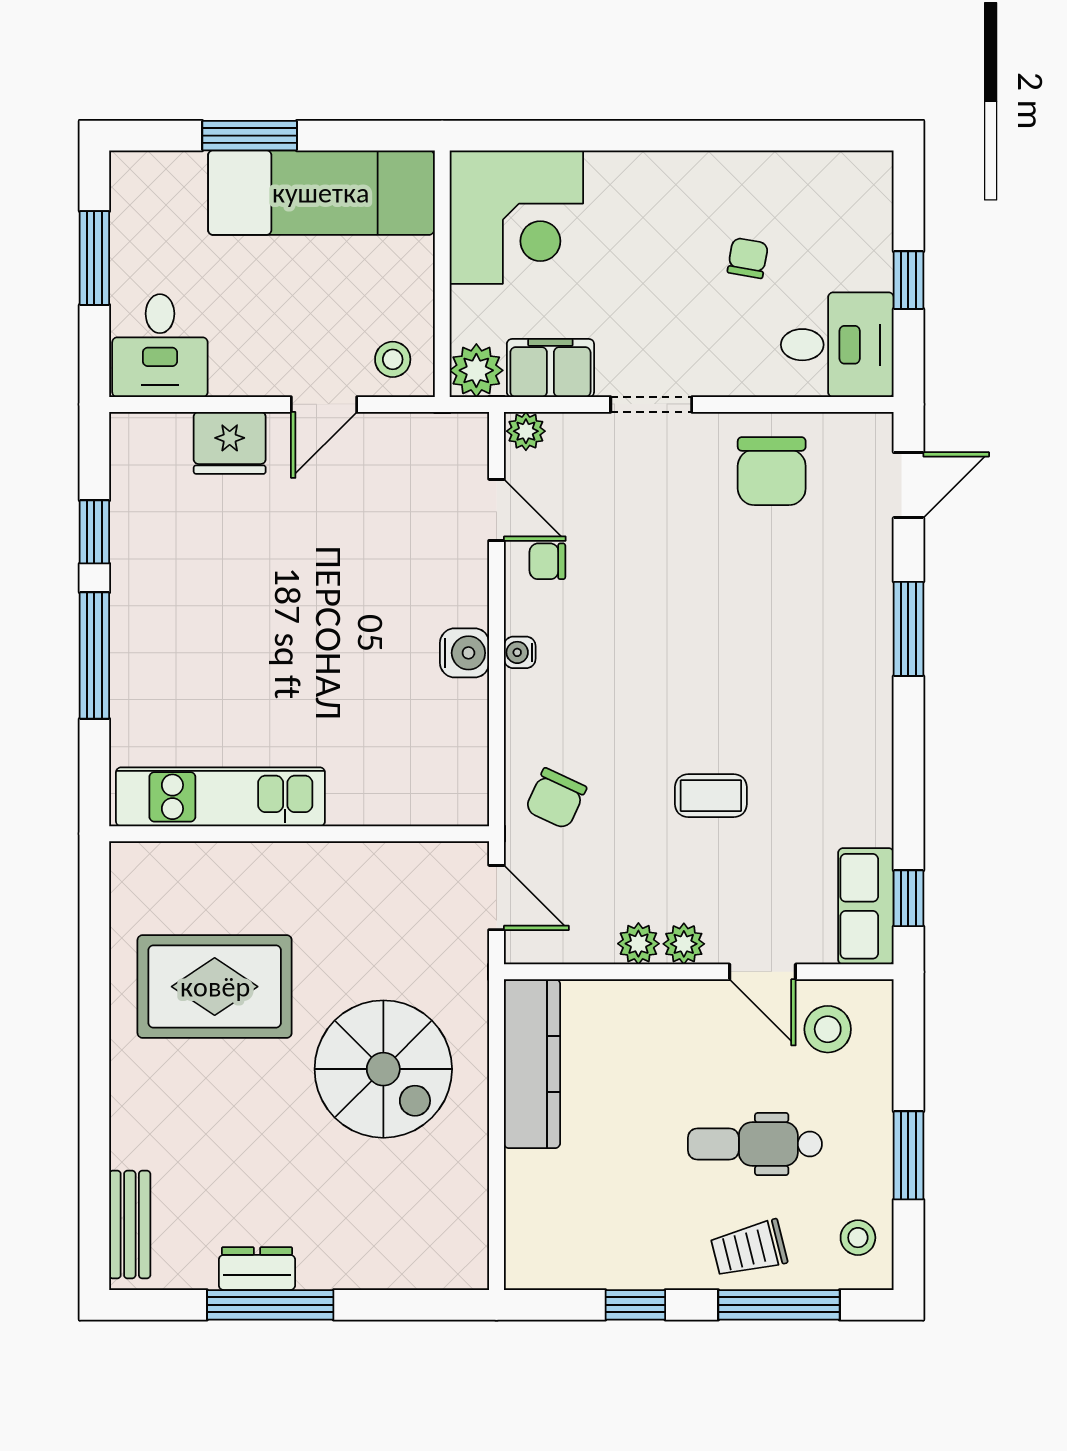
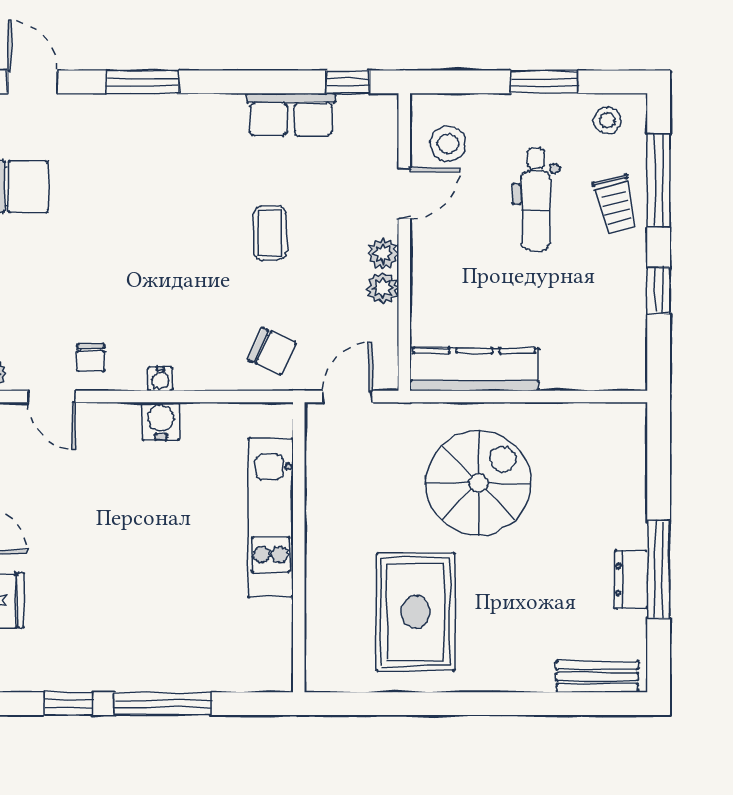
door: (497, 510) -> (51, 397), swing flipped
kitchen unit: (220, 797) -> (271, 518), moved
row of seats: (866, 906) -> (291, 114), moved

